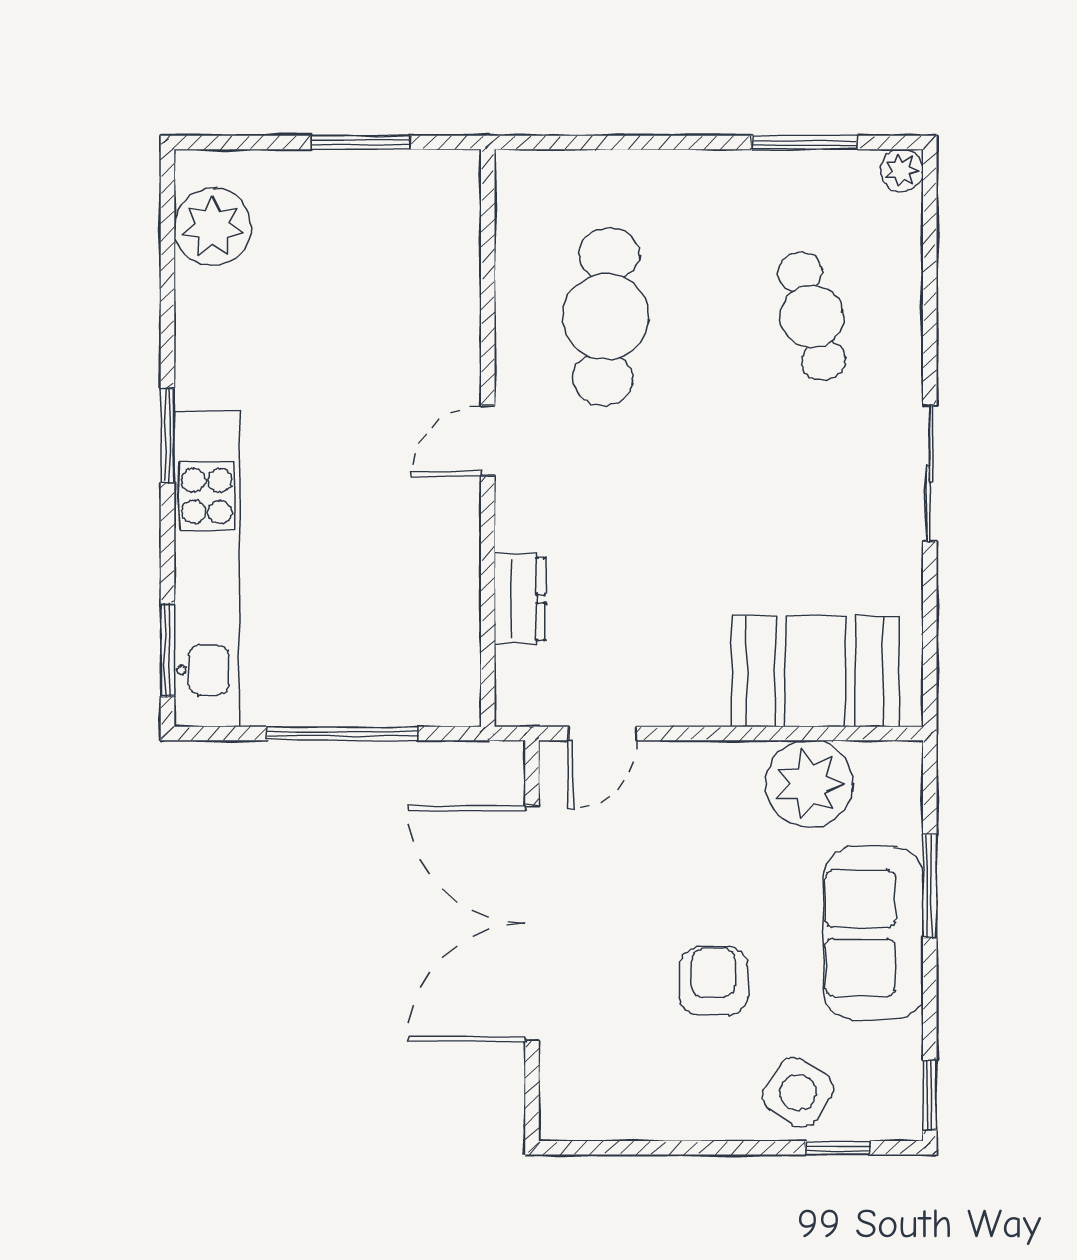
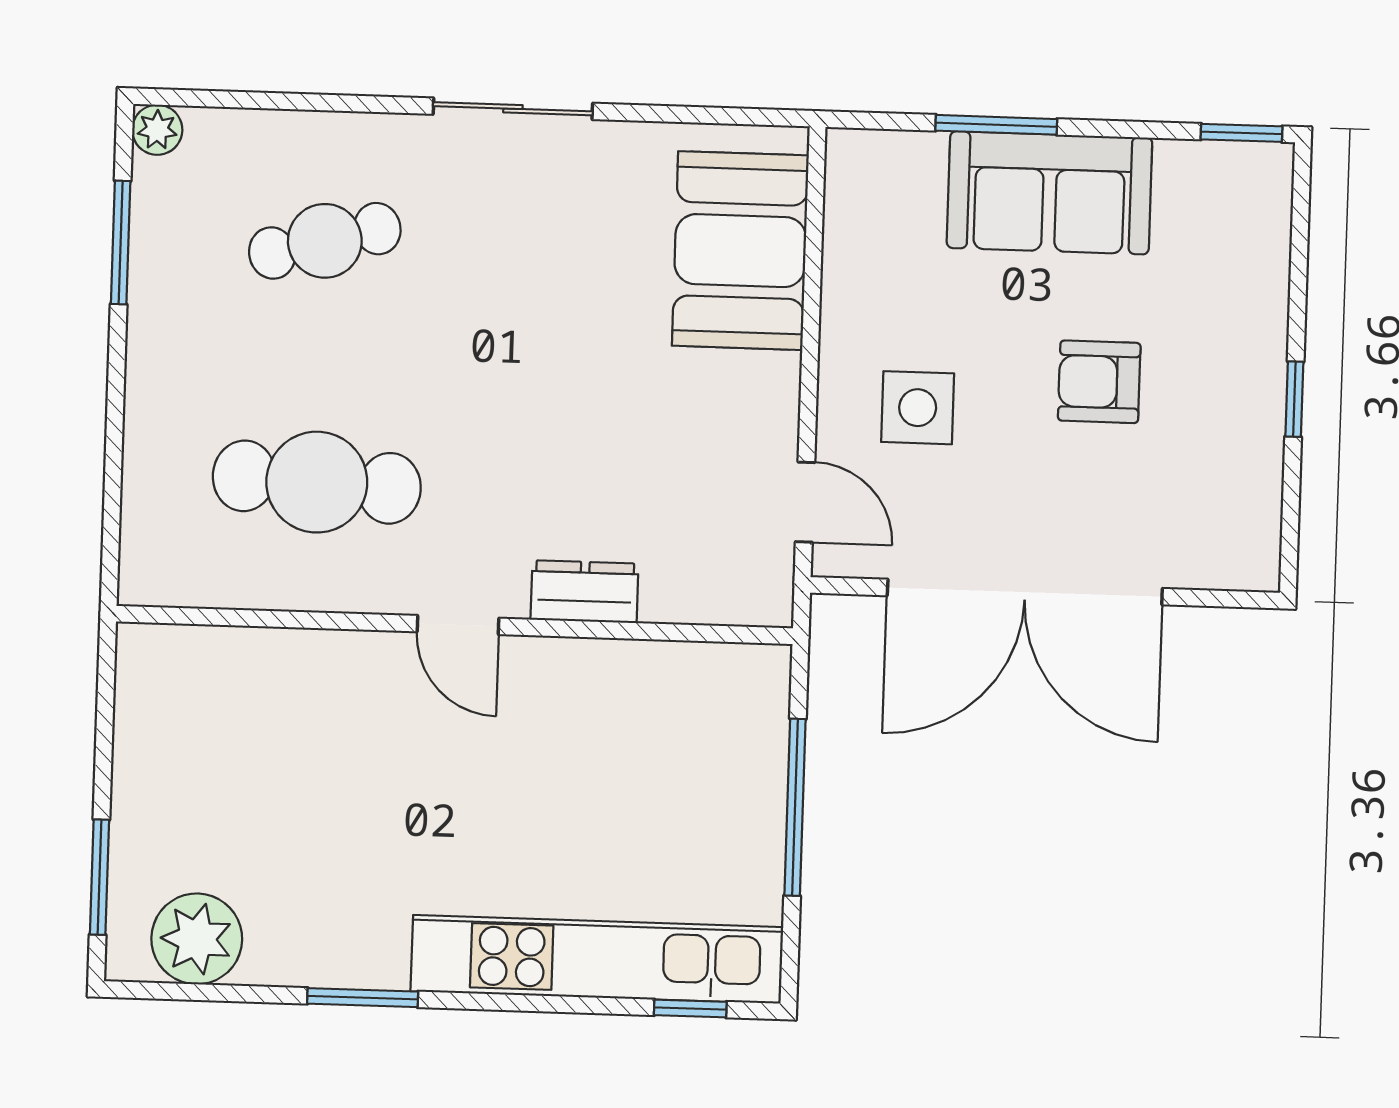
window: (361, 142) -> (100, 877), moved
window: (167, 436) -> (363, 998), moved
dresser: (520, 599) -> (584, 592), moved
window: (167, 650) -> (690, 1008), width x0.67
plant: (809, 784) -> (872, 262), removed
side table: (798, 1092) -> (918, 408), moved, turned -34
window: (837, 1148) -> (1294, 399), moved

